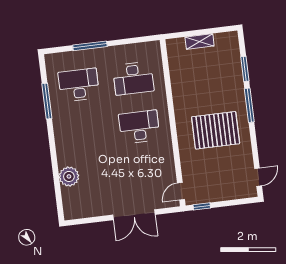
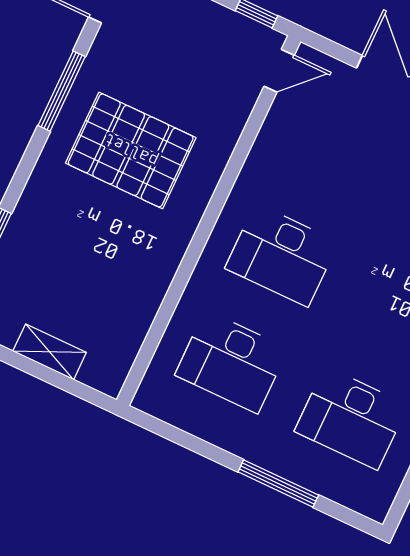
desk: (133, 78) -> (232, 362), turned 180
window: (249, 105) -> (62, 91), moved

